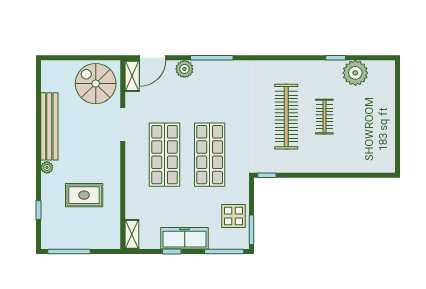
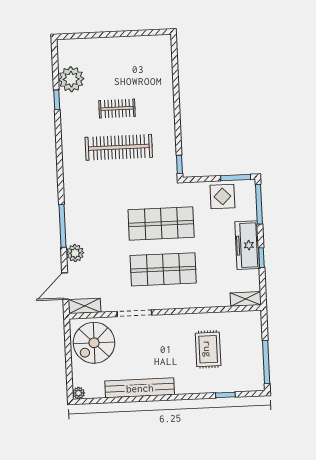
door: (153, 58) -> (65, 286), swing flipped
plant: (47, 167) -> (79, 393), moved

